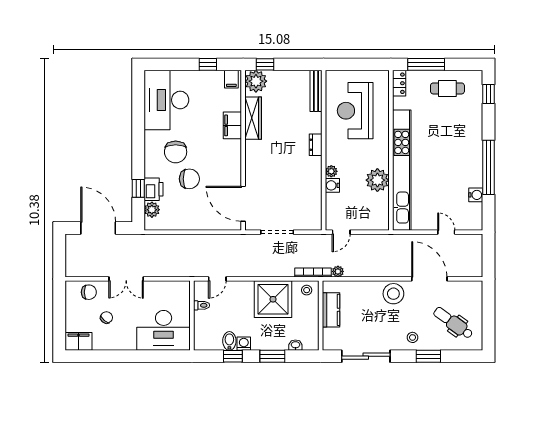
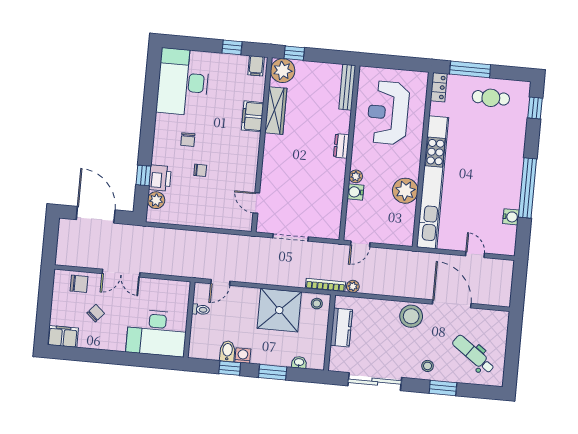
chair: (176, 152) -> (188, 140), width x0.54, depth x0.54
chair: (189, 179) -> (200, 170), width x0.54, depth x0.54
door: (243, 204) -> (256, 203), width x0.53

